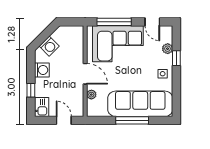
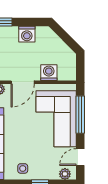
washing machine: (49, 46) -> (49, 73), moved, turned 135
plant: (168, 49) -> (65, 174), moved

